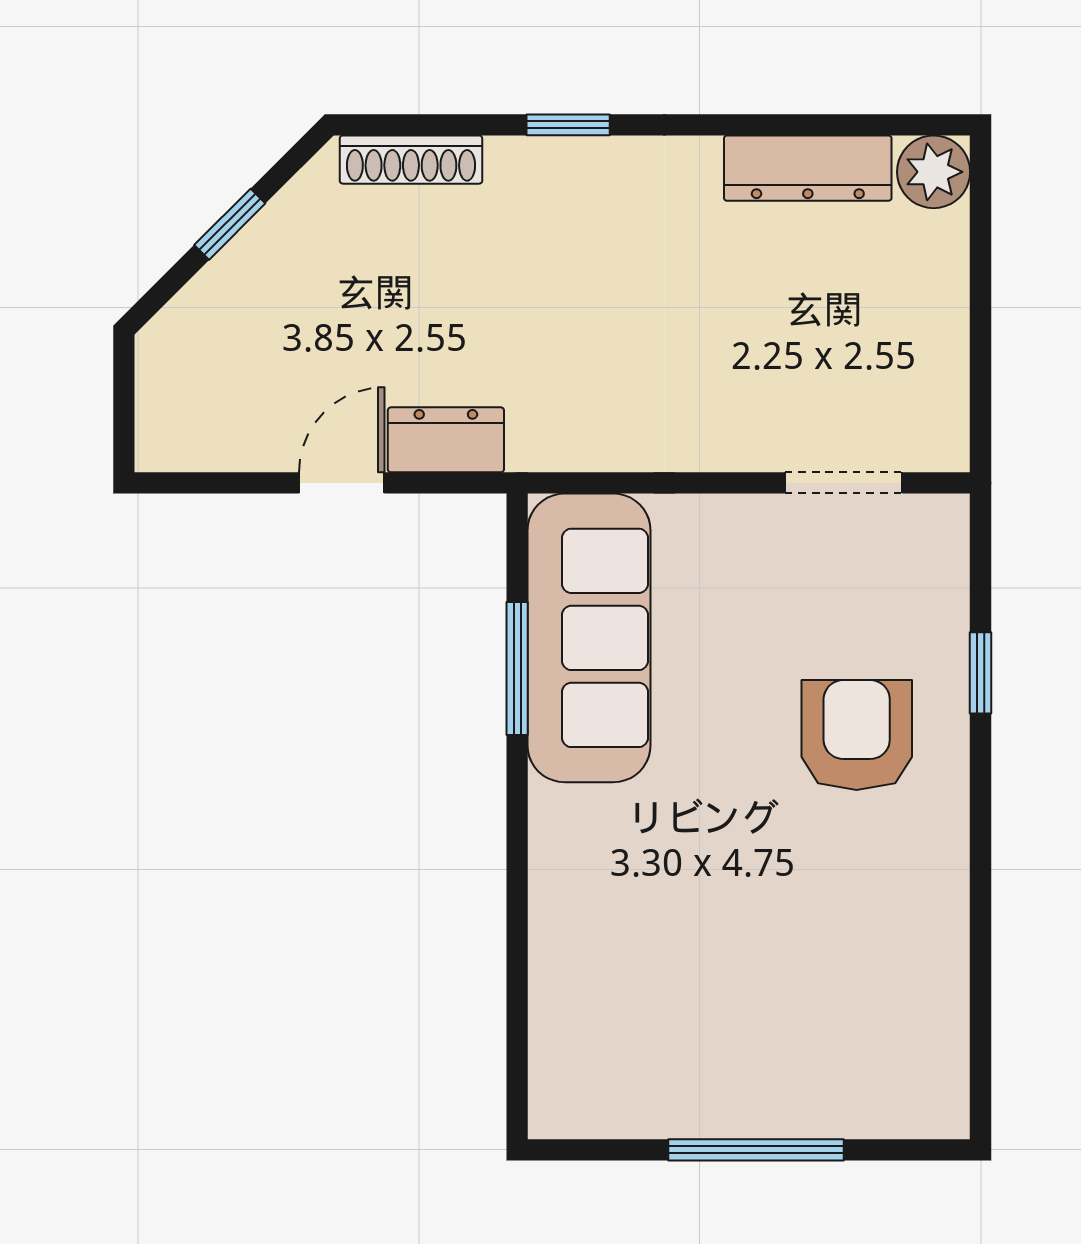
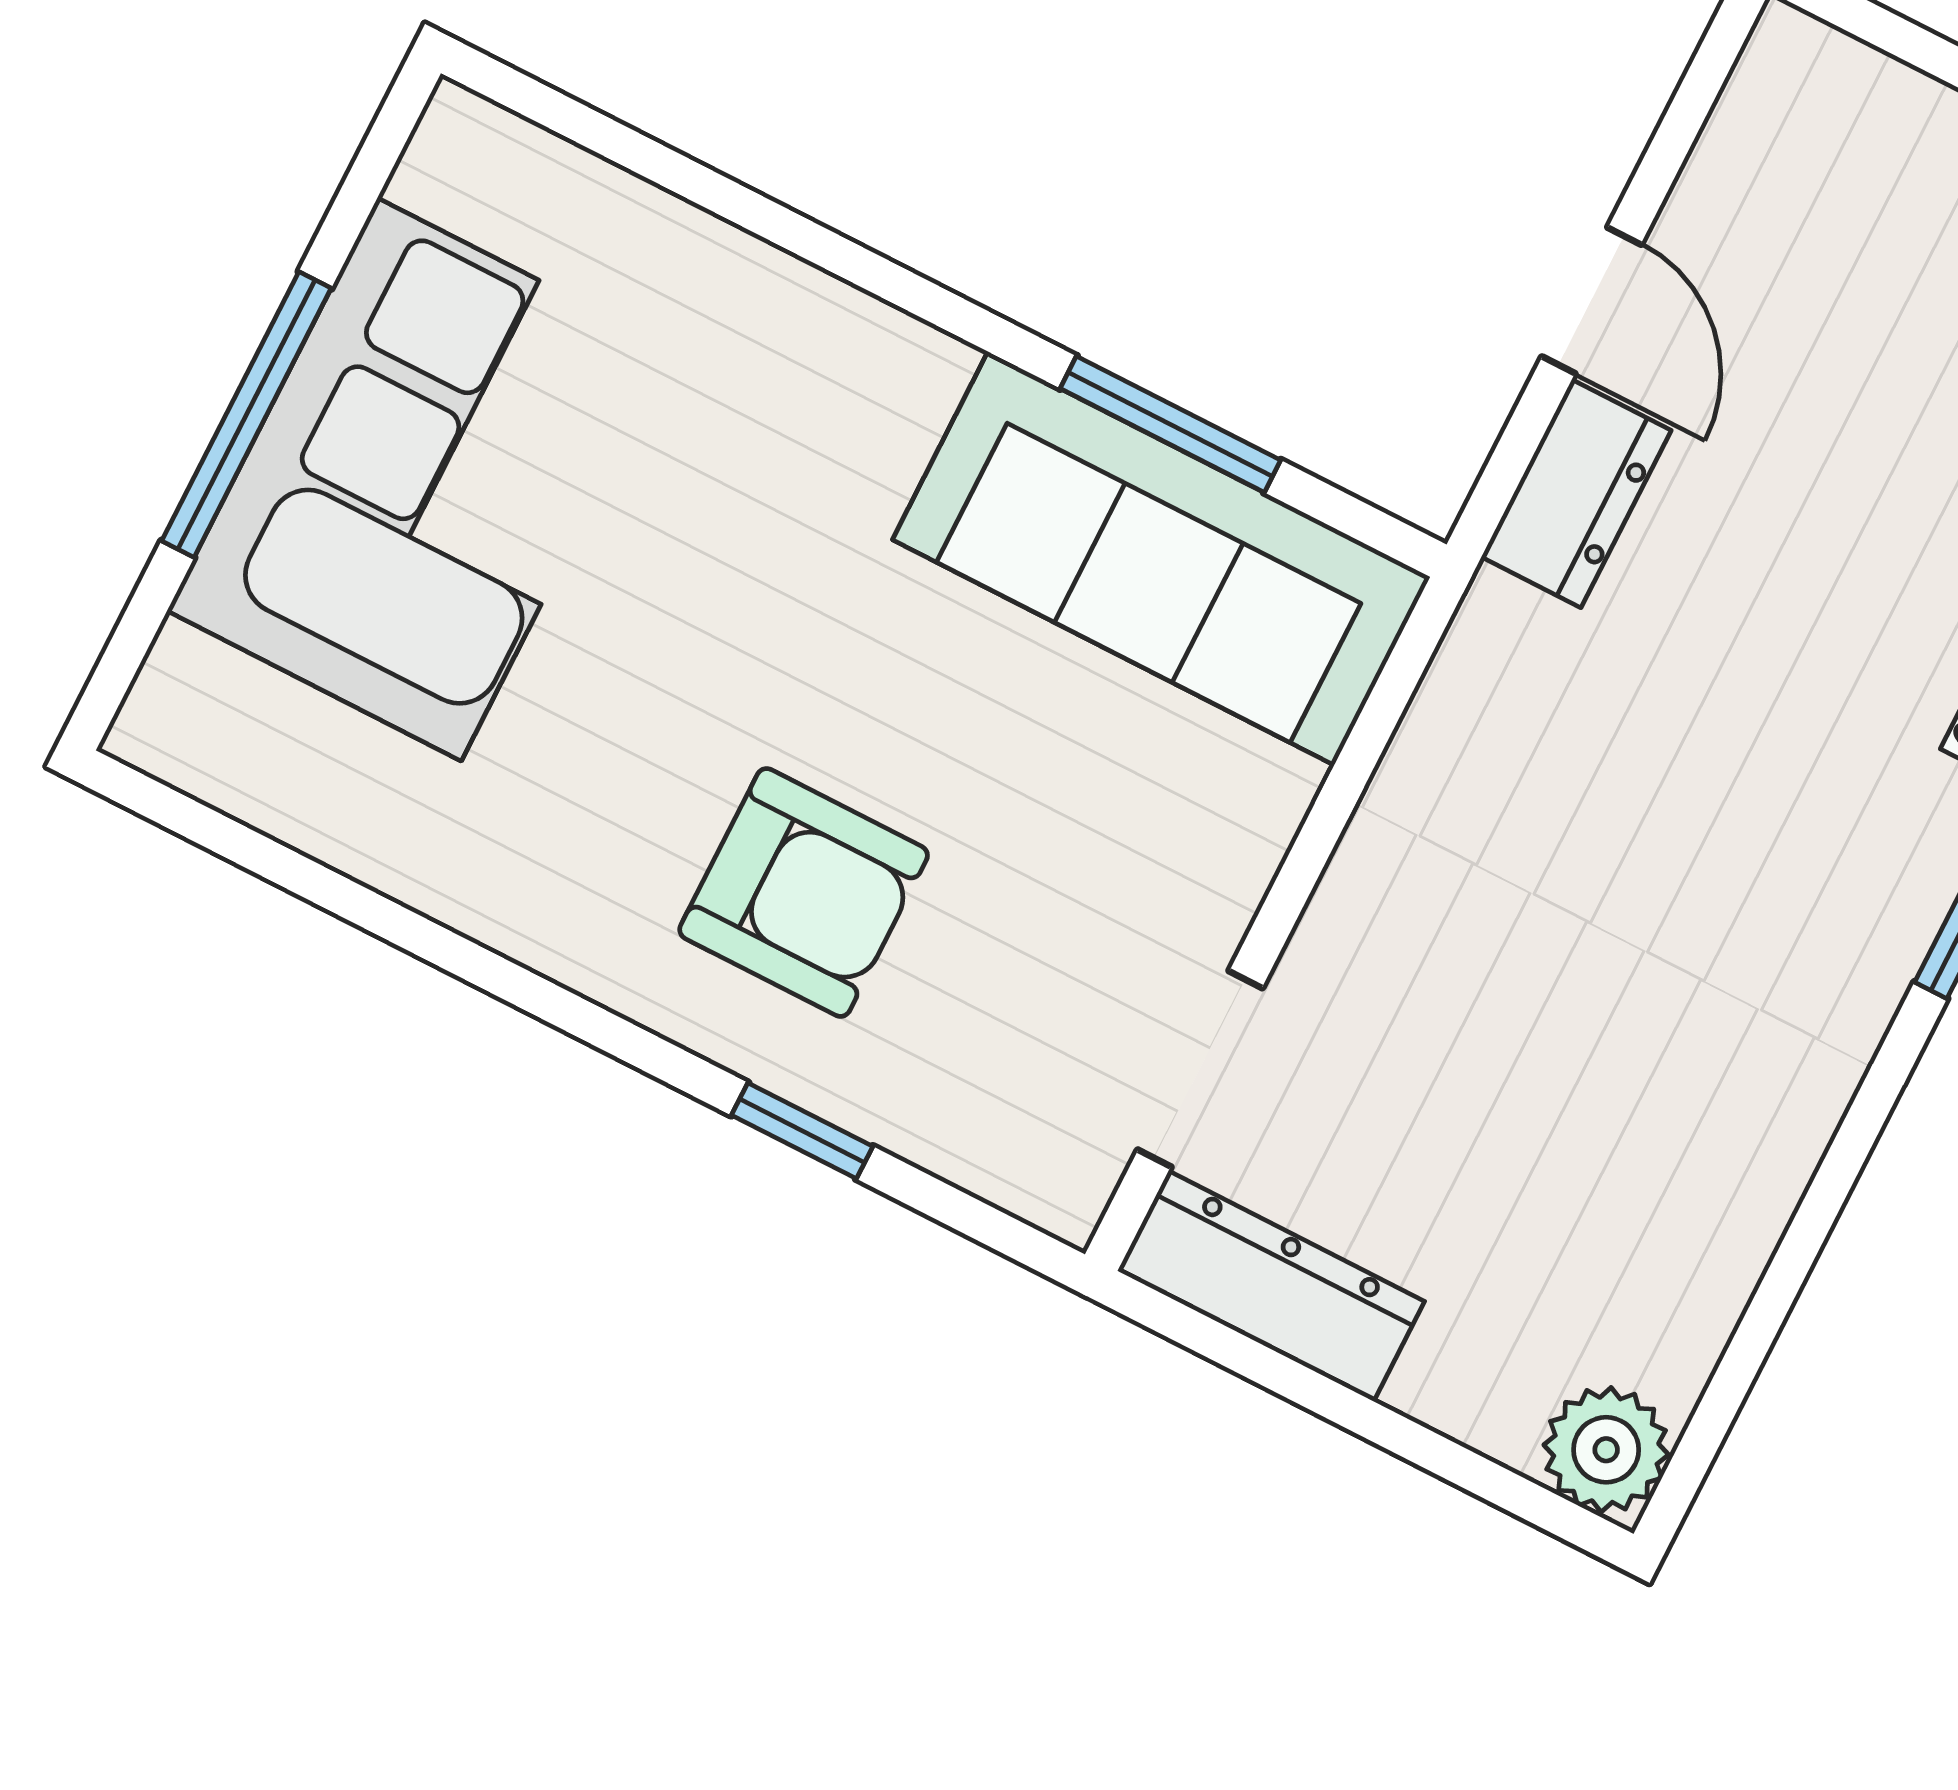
dresser: (808, 168) -> (1271, 1286), moved, turned 90
corner sofa: (744, 1043) -> (419, 479), added

